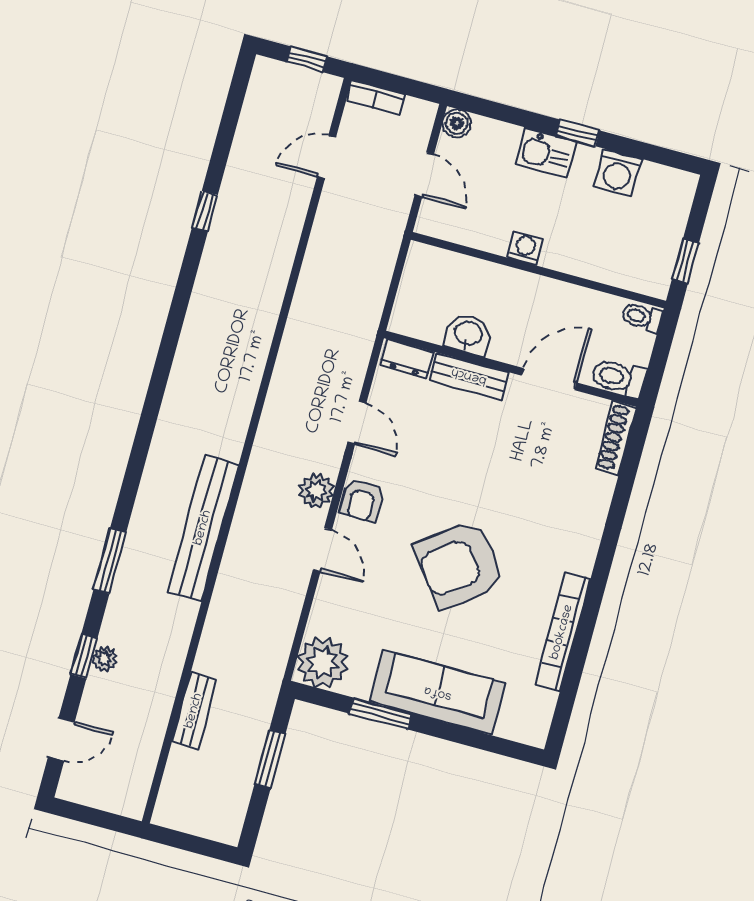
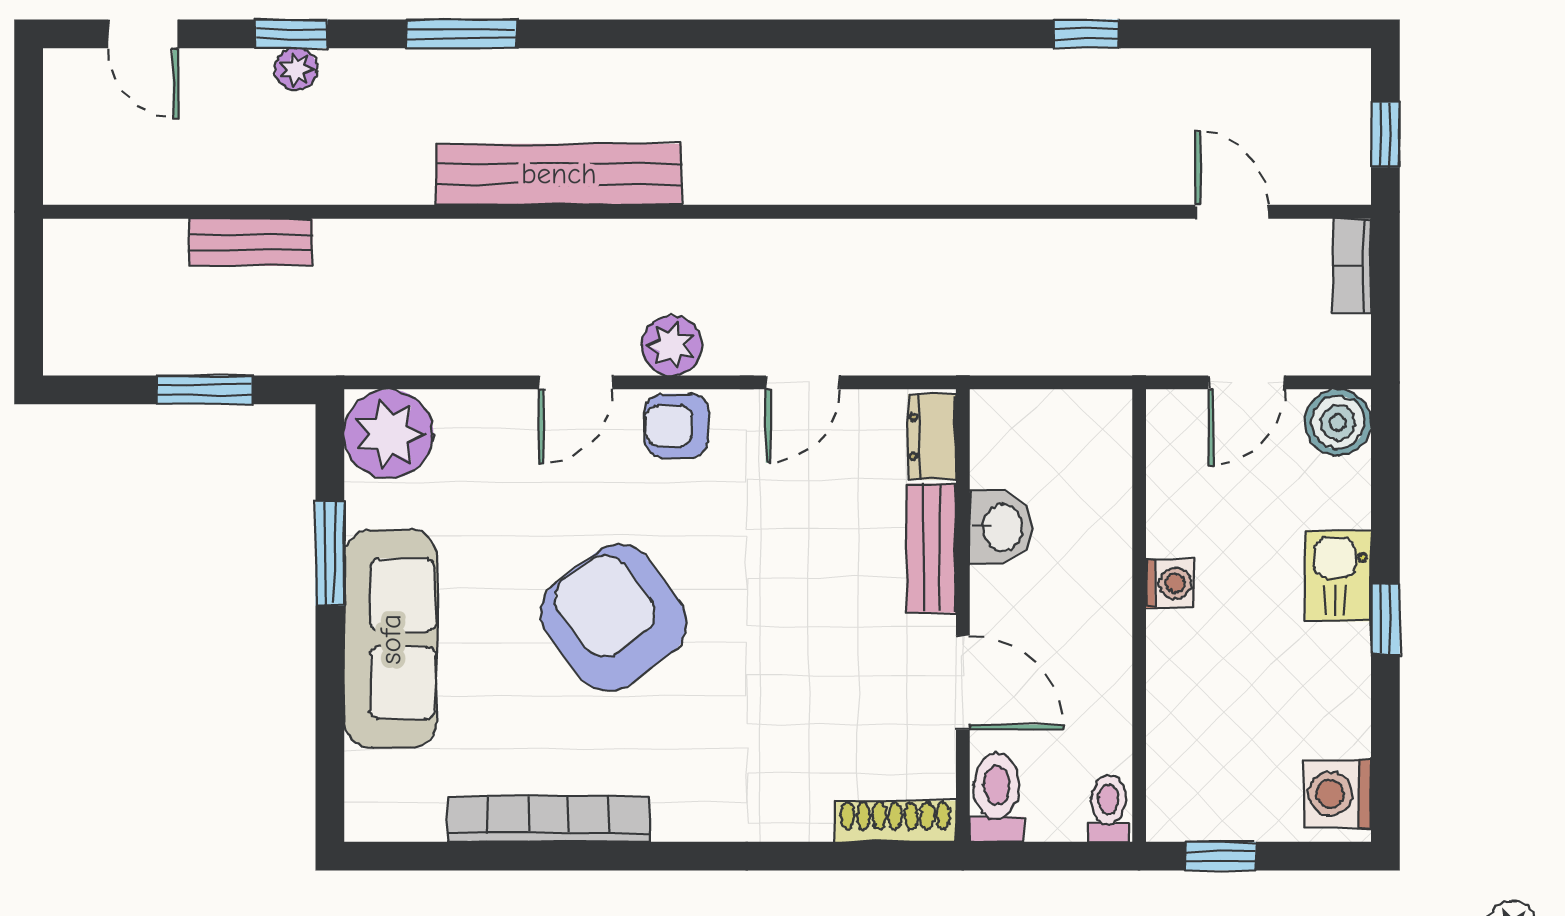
boiler: (457, 123) -> (1338, 422), width x1.36, depth x1.36
washing machine: (618, 173) -> (1337, 794), moved

